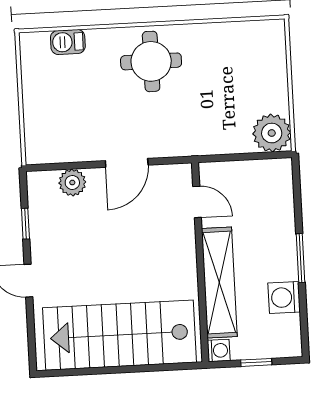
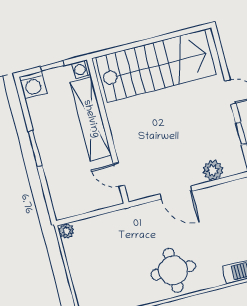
plant: (272, 133) -> (66, 231), width x0.53, depth x0.53
door: (127, 163) -> (176, 193), swing flipped
washing machine: (284, 297) -> (33, 85), moved, turned 90

